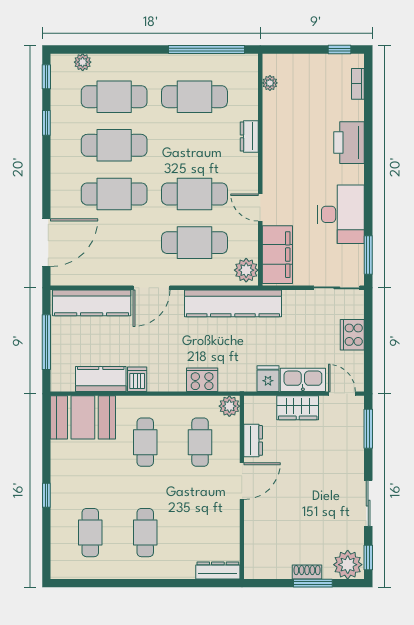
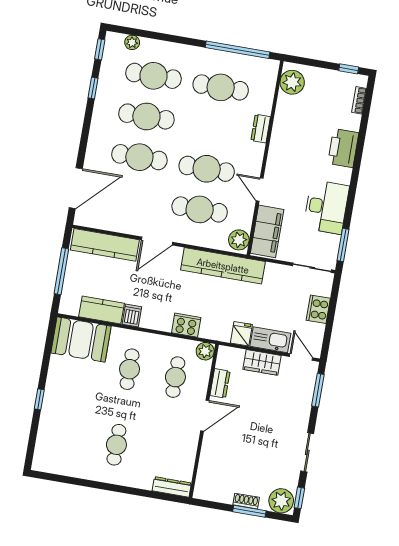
plant: (270, 83) -> (292, 82), width x1.87, depth x1.87
cafe table: (90, 533) -> (71, 437), removed

